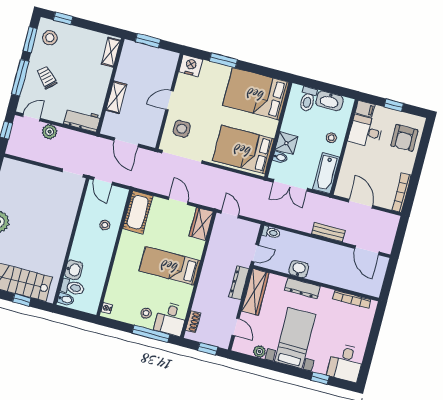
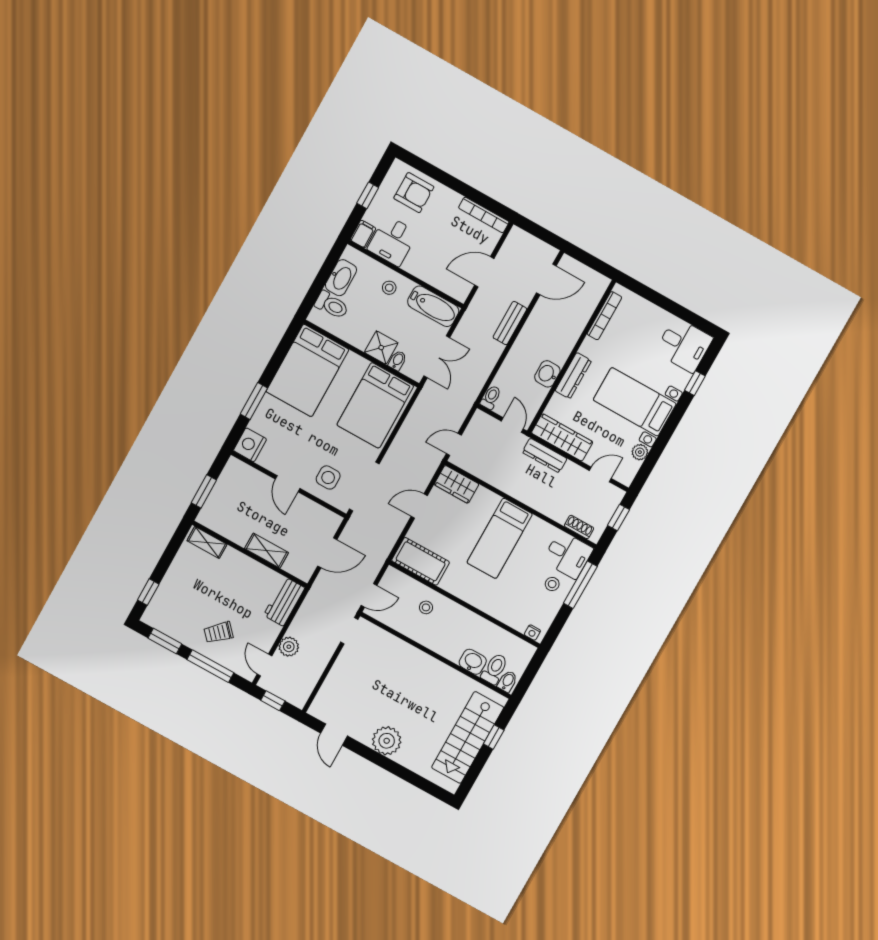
stool: (50, 38) -> (169, 615), removed

